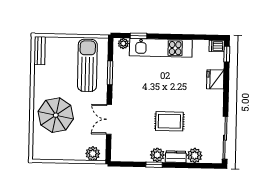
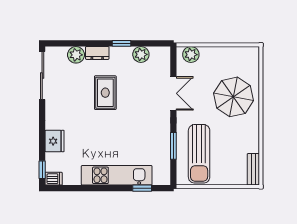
plant: (123, 44) -> (159, 179), removed
rug: (169, 121) -> (105, 93), turned 90
plant: (157, 155) -> (141, 54), moved

